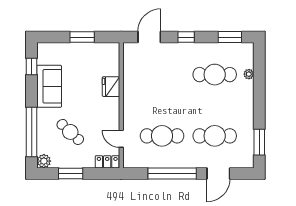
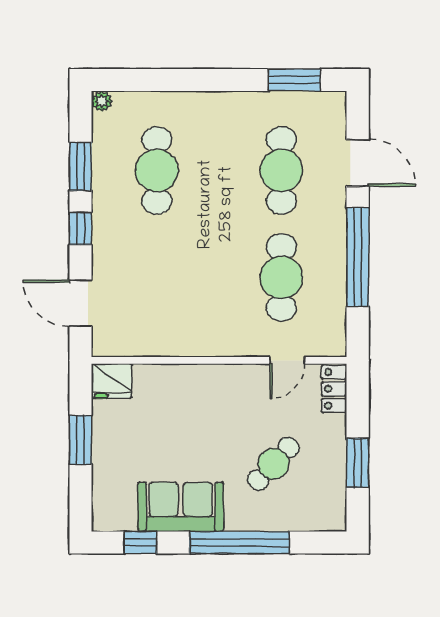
window: (230, 37) -> (81, 166), moved
plant: (249, 74) -> (102, 101), moved
fridge: (111, 87) -> (112, 381), moved
window: (32, 132) -> (240, 542), moved
plant: (44, 161) -> (333, 517), removed

